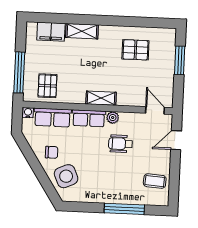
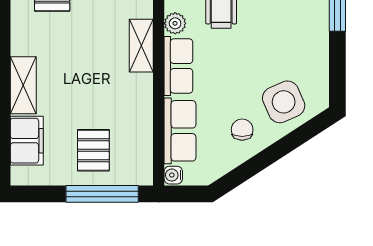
pallet: (47, 86) -> (93, 150), moved, turned 90

